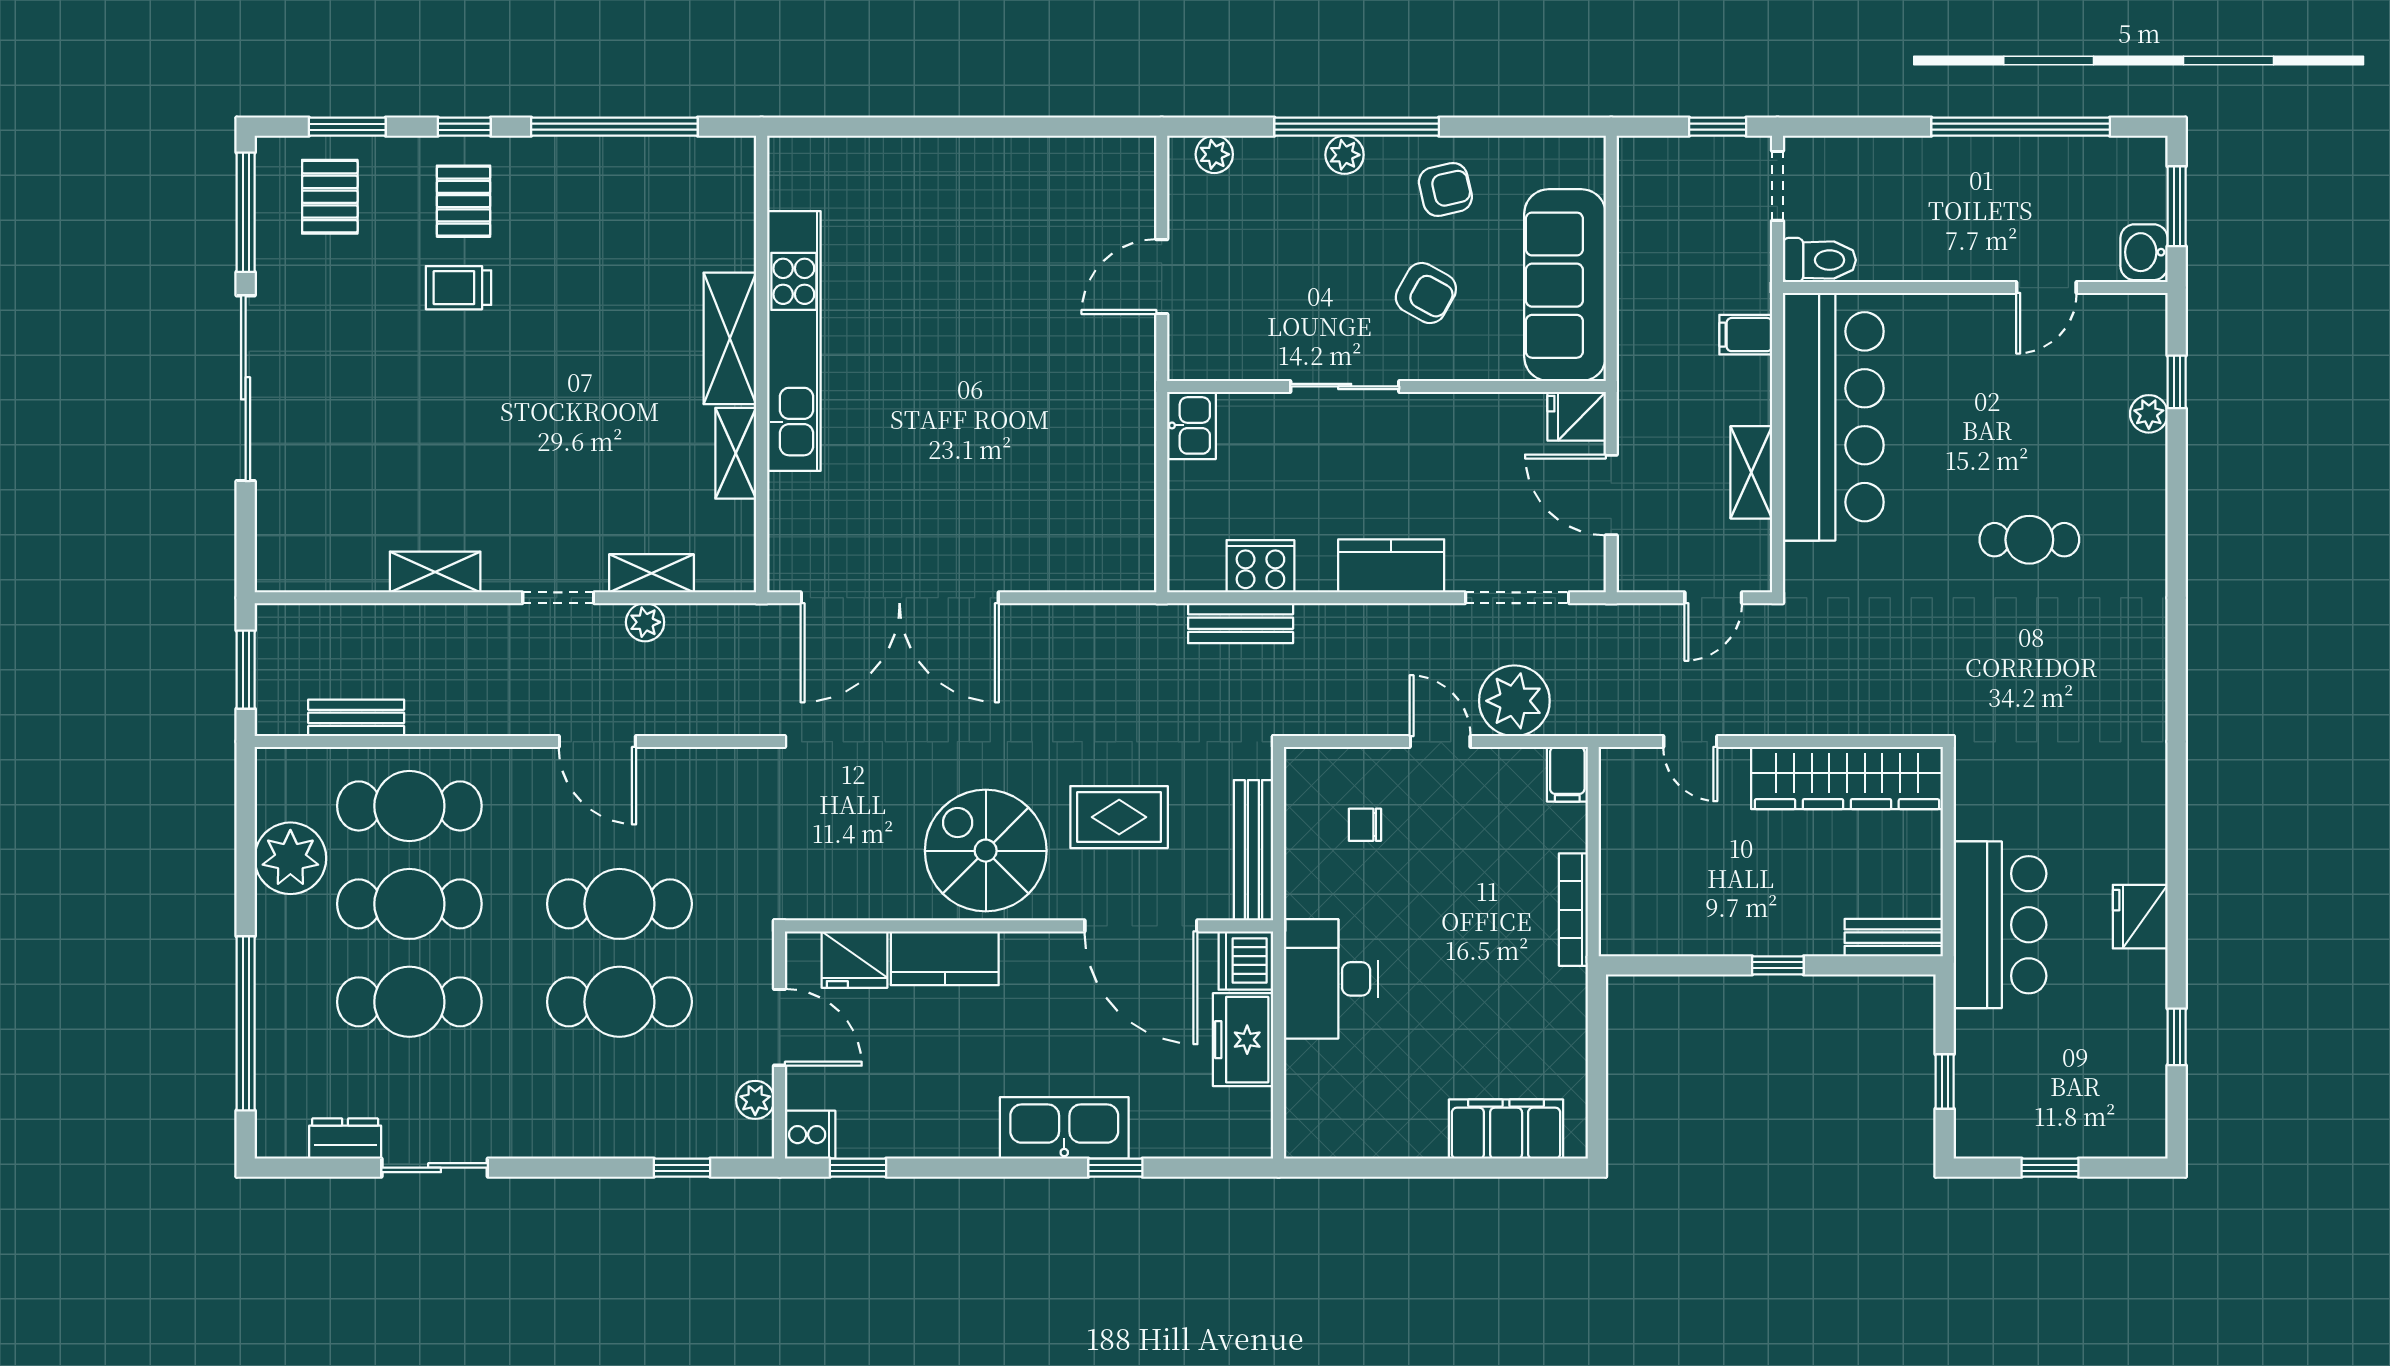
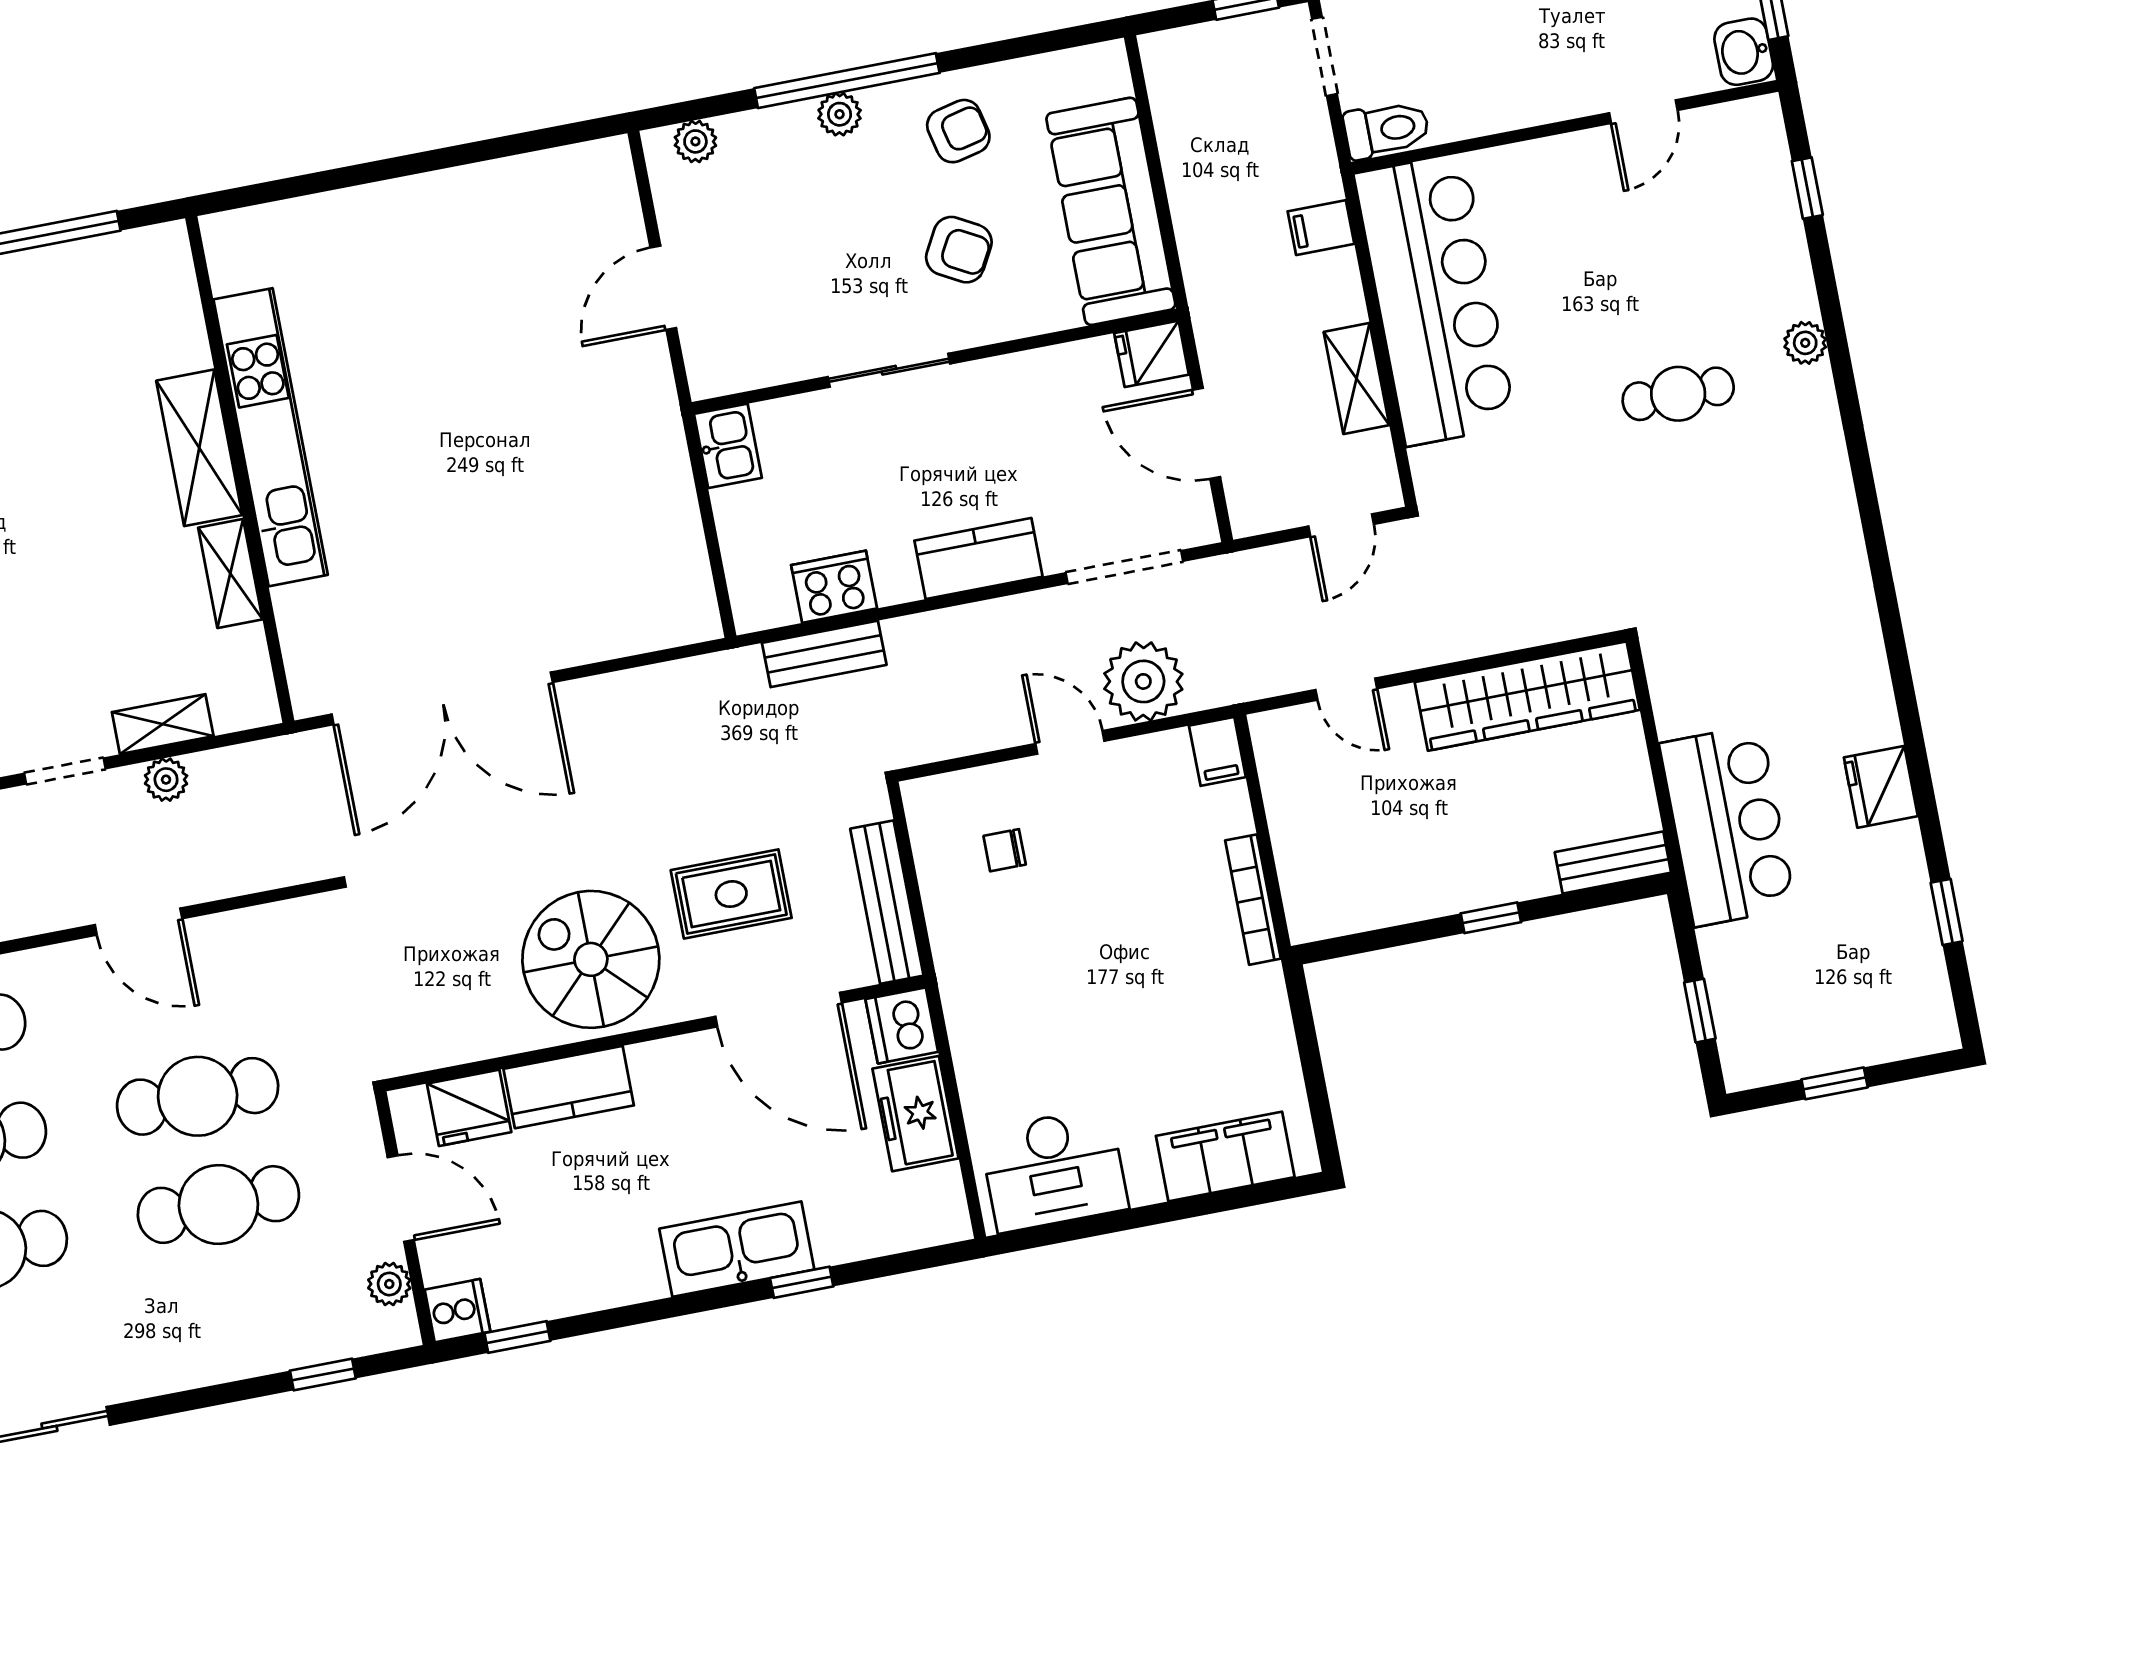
plant: (2149, 414) -> (1805, 343), moved
desk: (1331, 979) -> (1054, 1170), moved, turned -90

